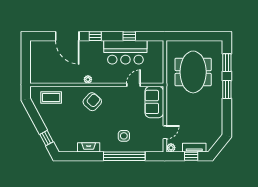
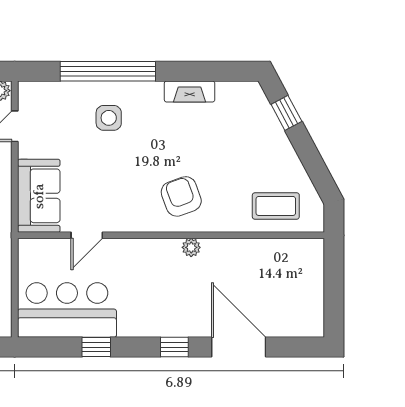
bar counter: (125, 52) -> (67, 310), moved
armchair: (92, 102) -> (181, 196), turned 118

